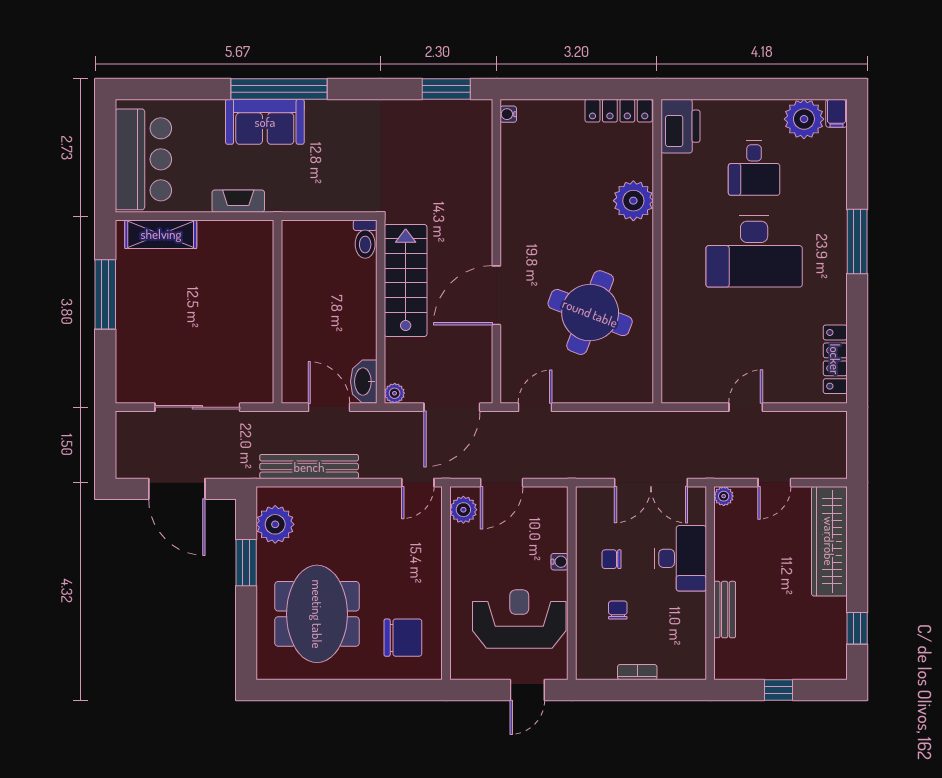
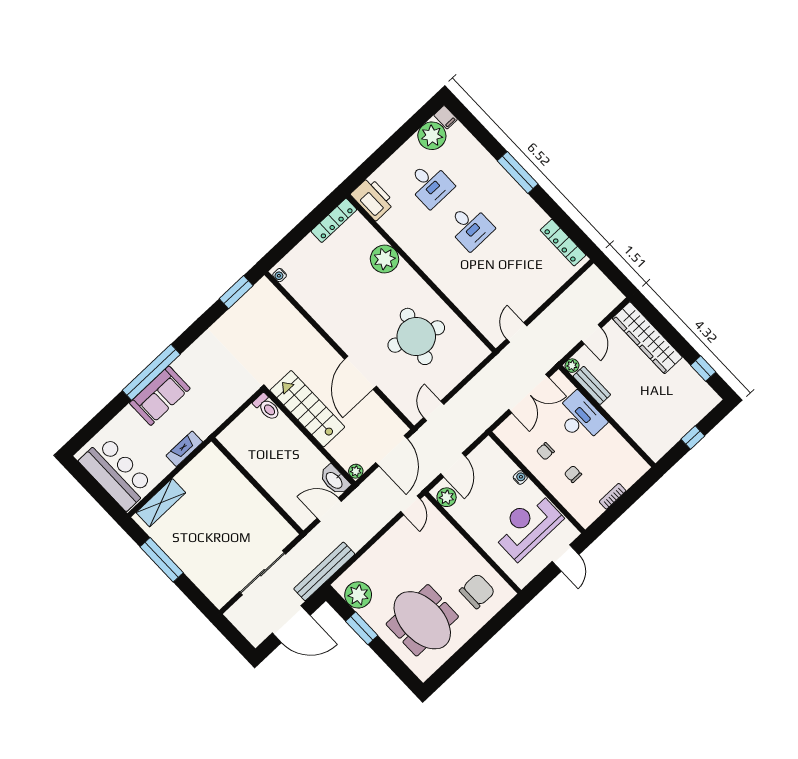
desk: (754, 251) -> (470, 227), width x0.53, depth x0.77
door: (746, 407) -> (517, 332), moved
bench: (309, 467) -> (324, 571), moved
bench: (725, 610) -> (592, 385), moved

